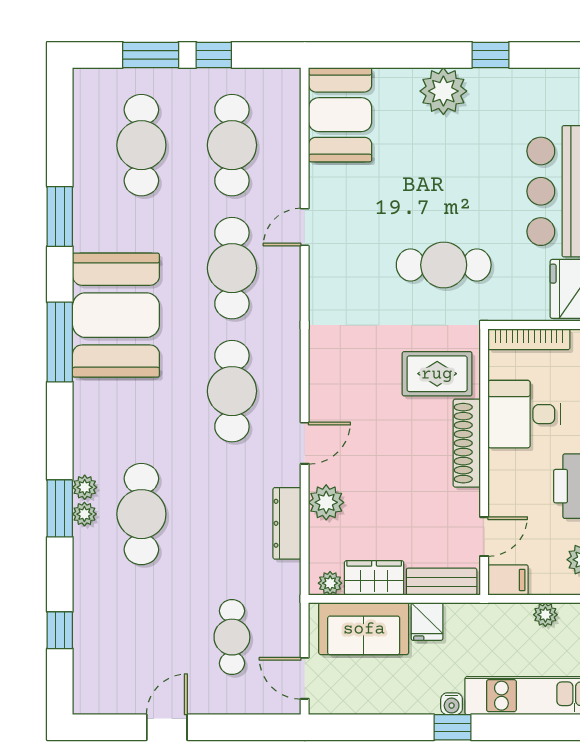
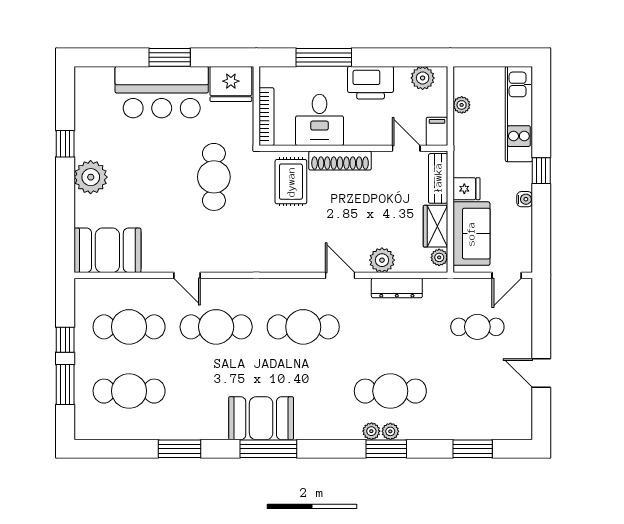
booth: (116, 315) -> (261, 418), width x0.73, depth x0.70
window: (60, 630) -> (473, 449), width x1.50
water cooler: (452, 704) -> (525, 199), moved

